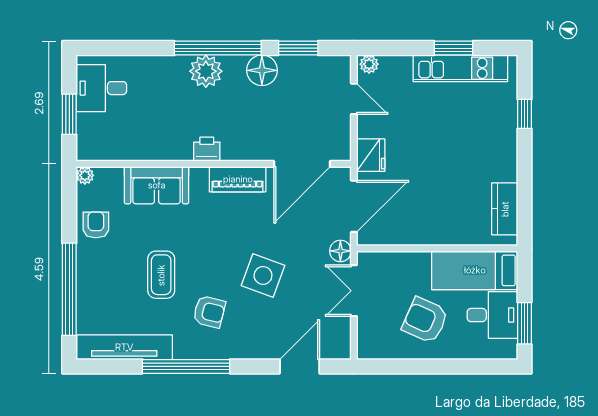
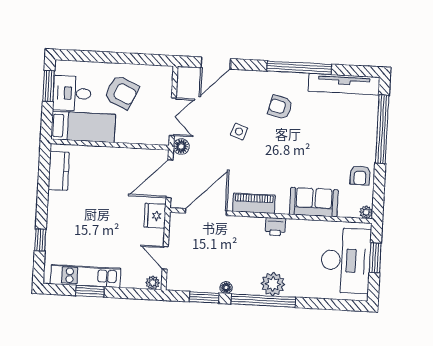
floor lamp: (262, 70) -> (226, 288), width x0.53, depth x0.53
desk: (101, 88) -> (346, 260), width x1.87, depth x1.30
coffee table: (161, 275) -> (314, 136), removed
side table: (263, 275) -> (239, 132), width x0.54, depth x0.54

